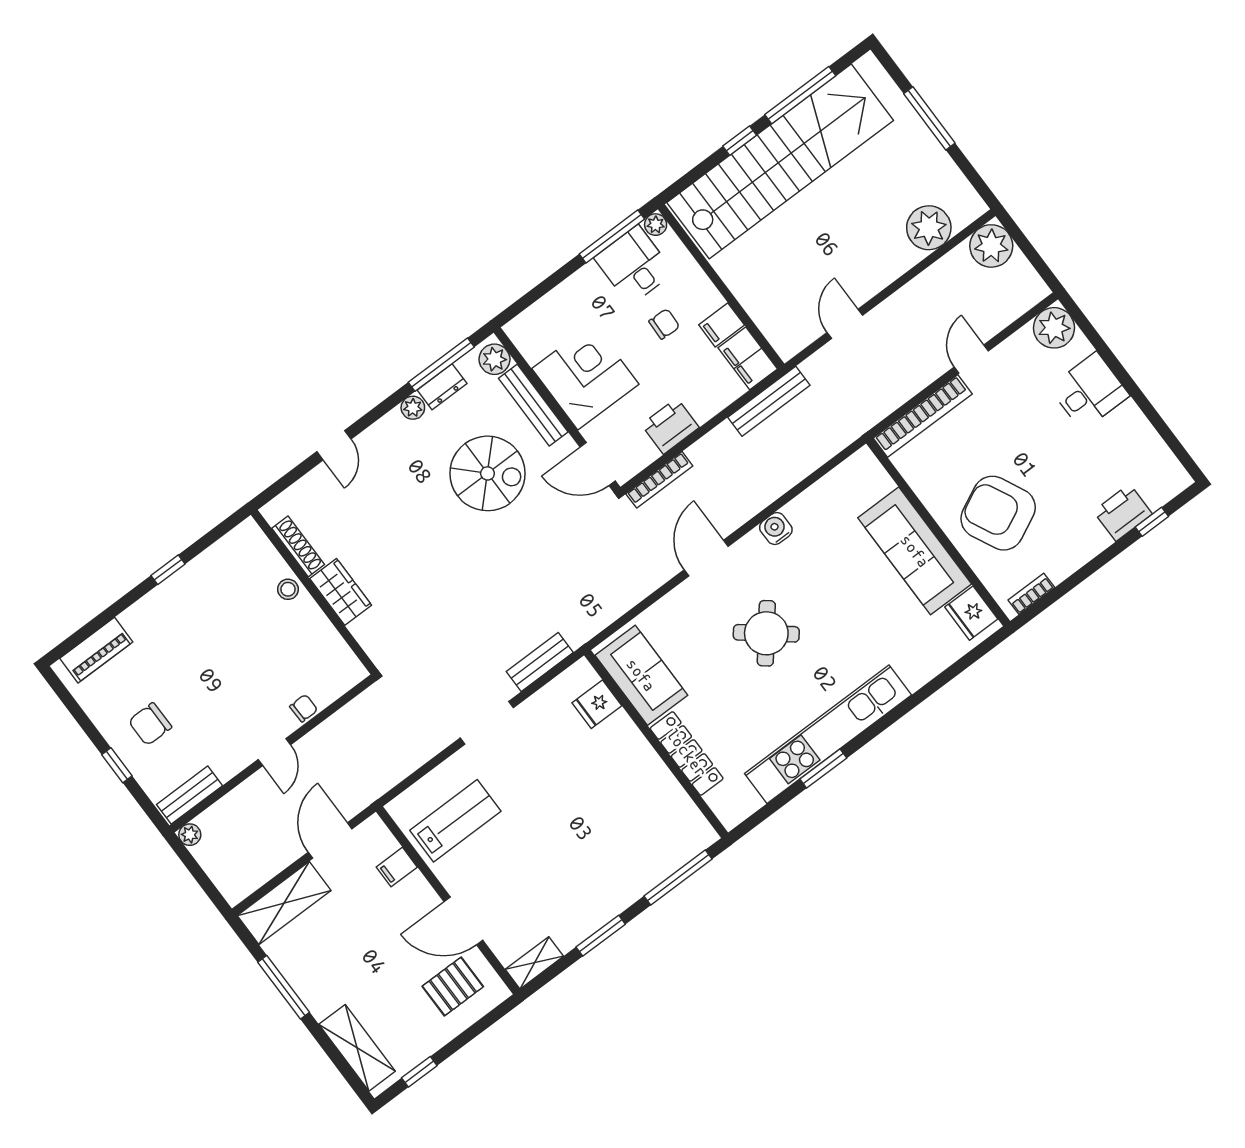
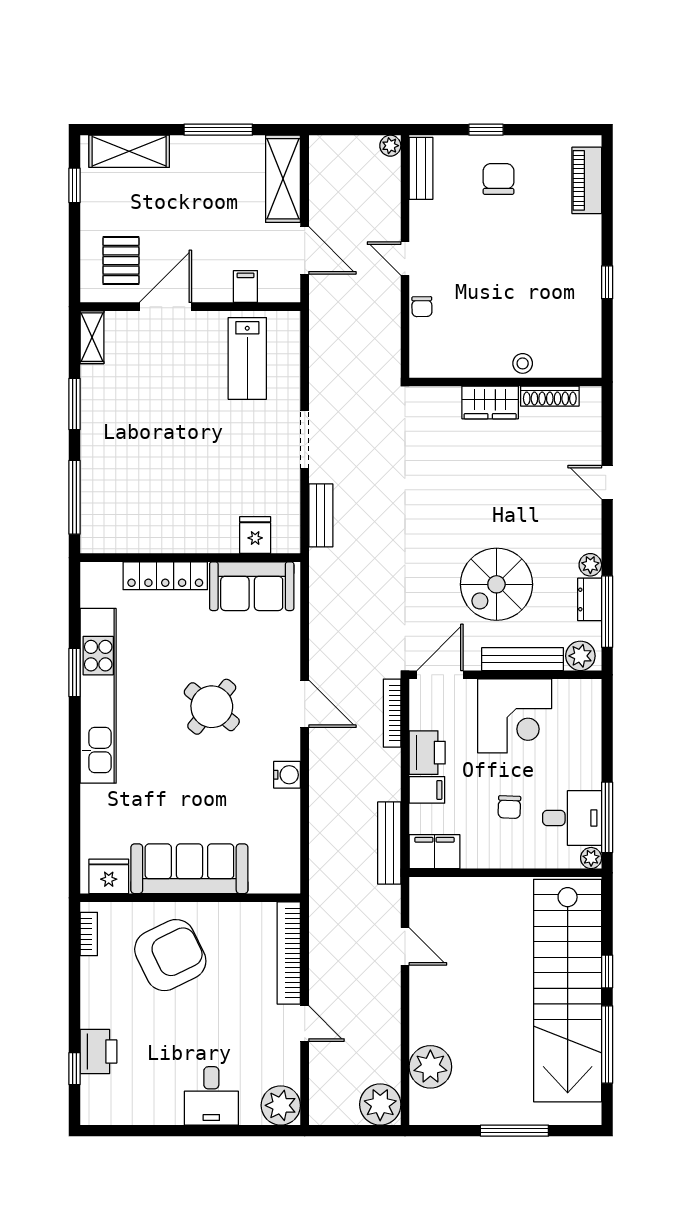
filing cabinet: (722, 325) -> (427, 790), moved, turned 90

